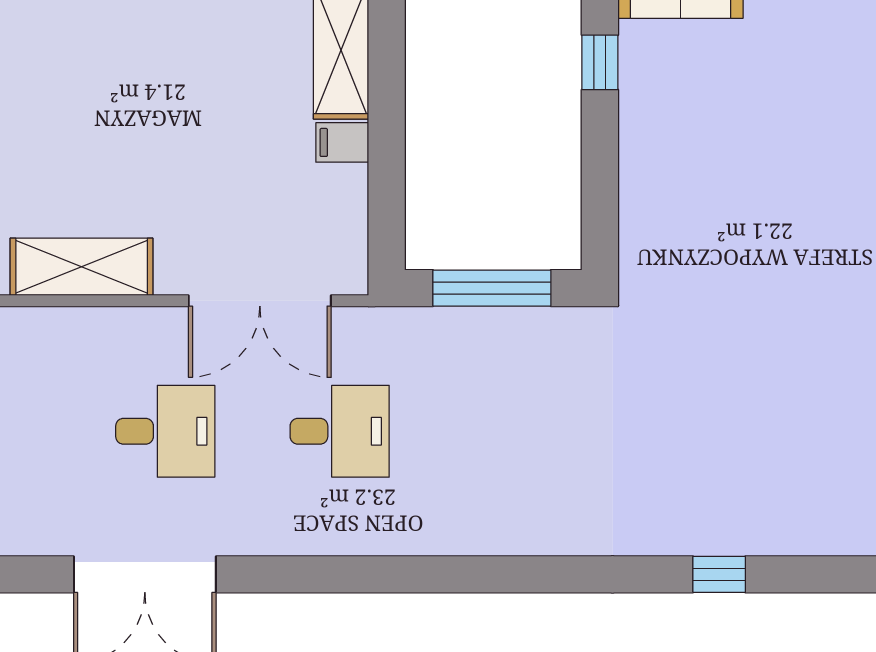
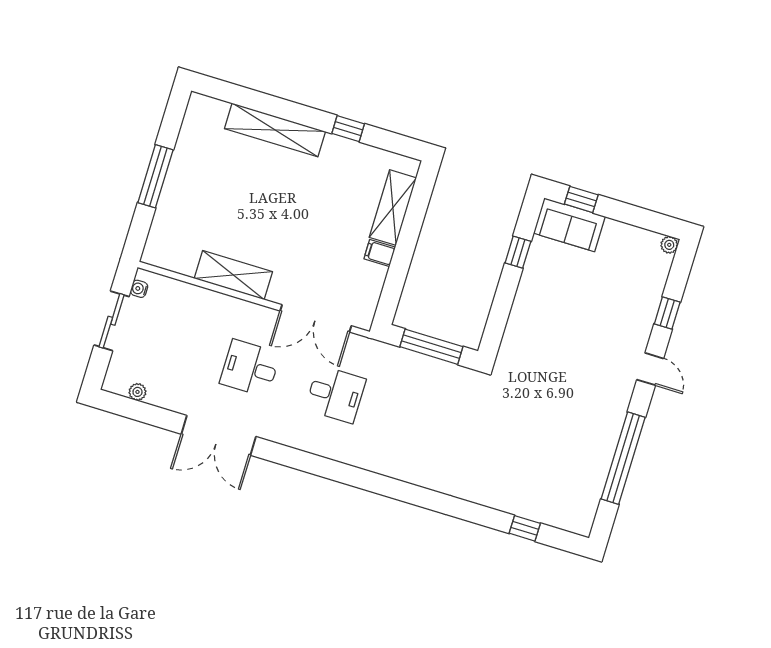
desk: (165, 431) -> (250, 368), turned 180
window: (719, 574) -> (525, 528), moved

